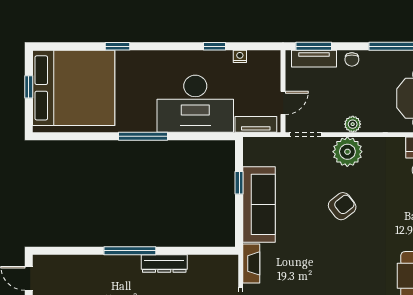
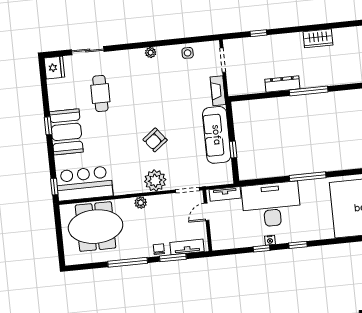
window: (118, 46) -> (298, 245), moved
window: (314, 46) -> (173, 258), moved
nightstand: (240, 56) -> (270, 240), moved
plant: (353, 124) -> (141, 203), moved

